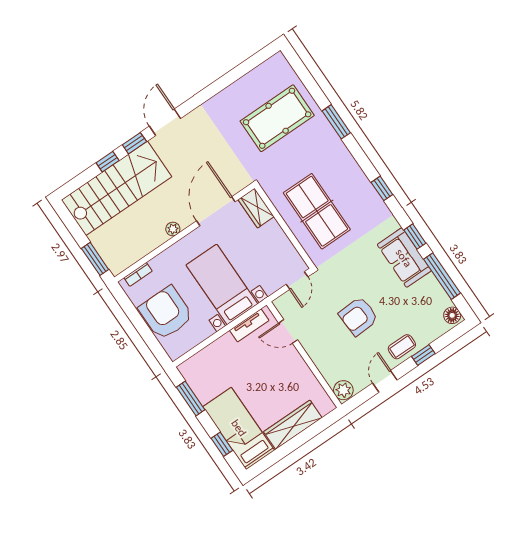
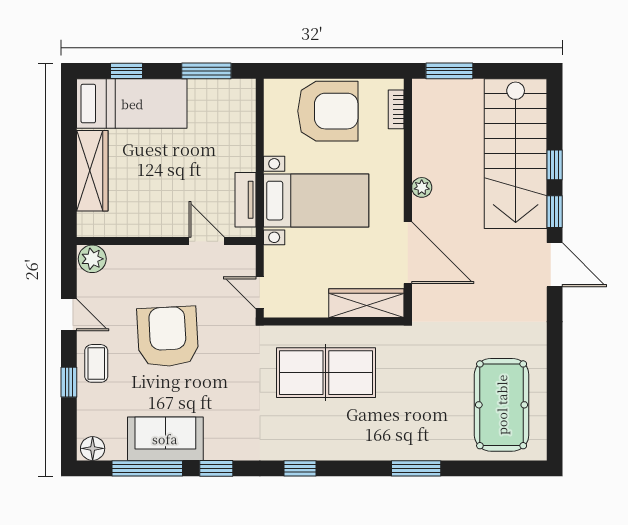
pool table: (277, 118) -> (502, 405), moved
wardrobe: (256, 208) -> (366, 303), width x1.50
sofa: (404, 258) -> (165, 439), moved
armchair: (358, 316) -> (168, 337), width x1.36, depth x1.36
door: (288, 331) -> (207, 241), hinge flipped

